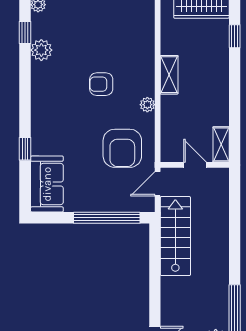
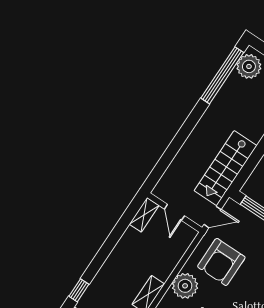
plant: (147, 105) -> (185, 286), width x1.87, depth x1.87
armchair: (122, 148) -> (221, 262), turned 180

